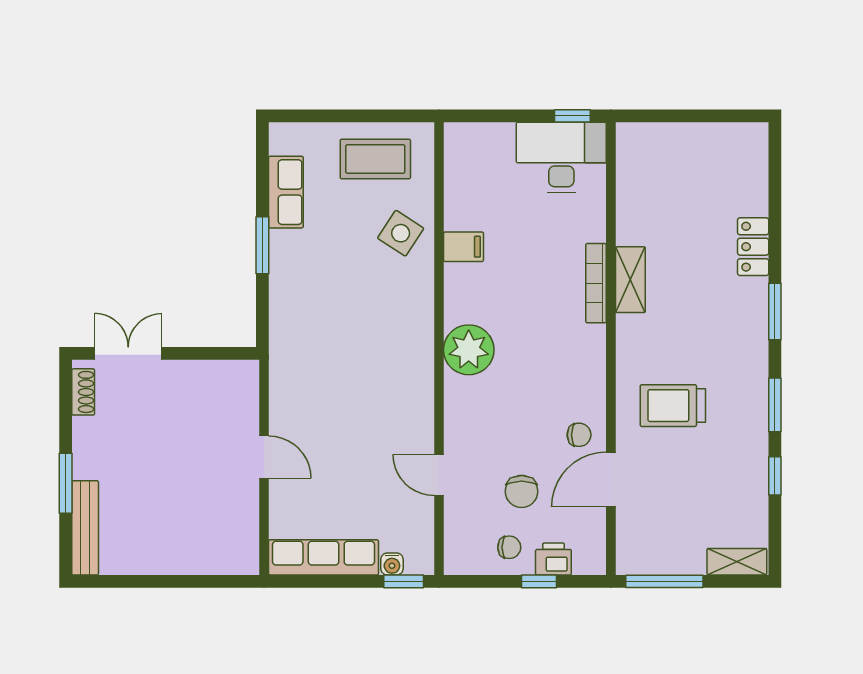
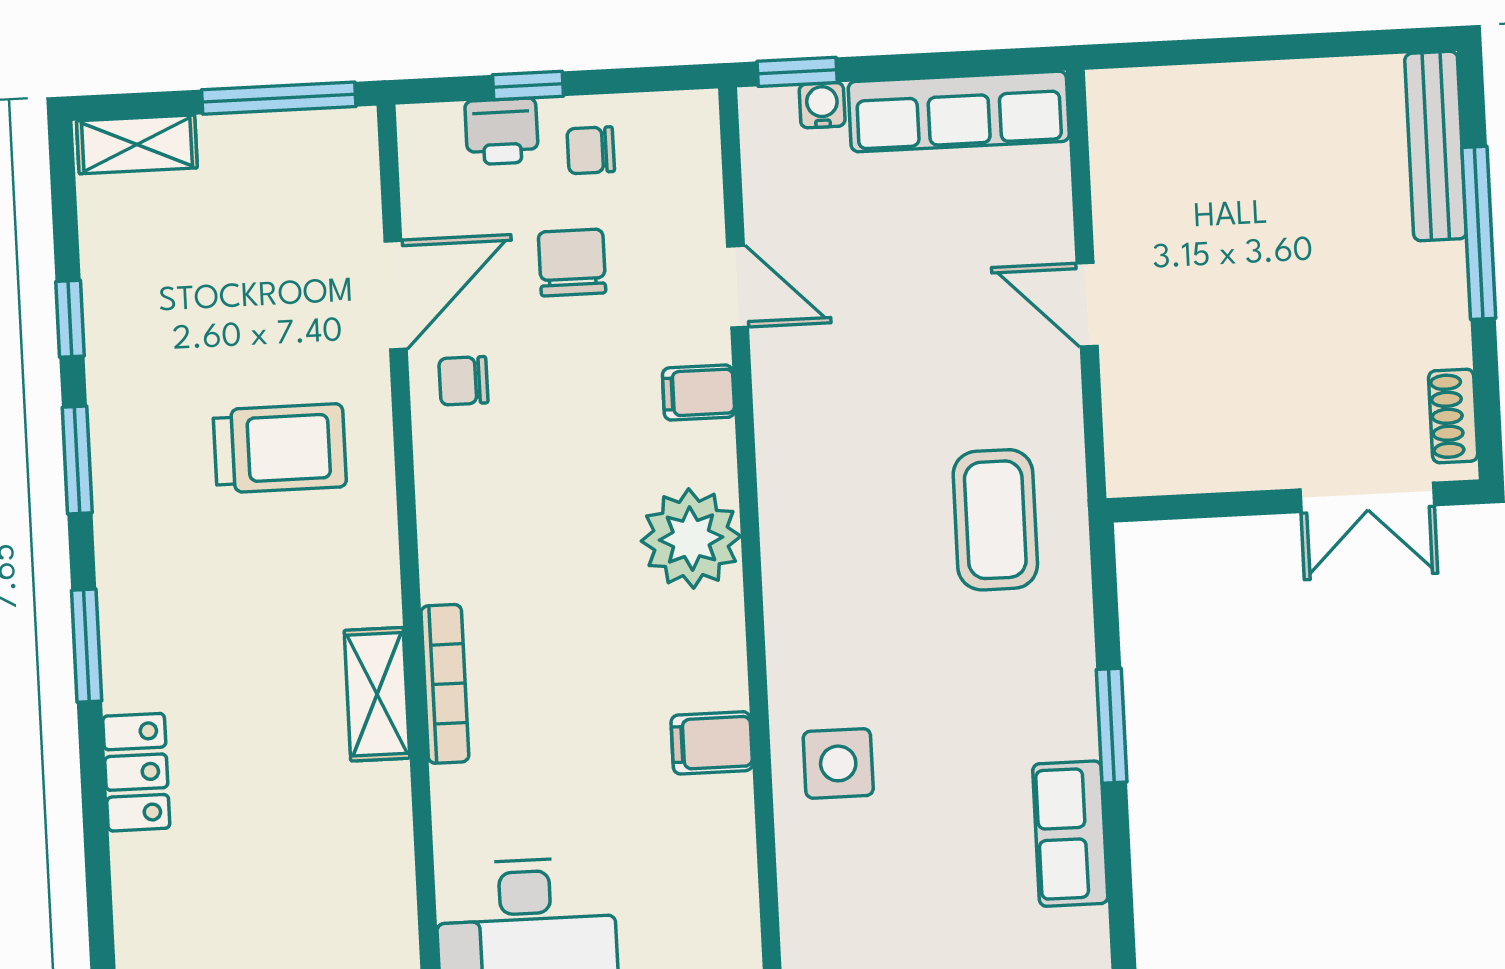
coffee table: (375, 159) -> (995, 520), moved, turned 90
side table: (401, 233) -> (838, 763), turned -33
filing cabinet: (461, 423) -> (699, 393), added
window: (66, 483) -> (1479, 233), width x1.44

